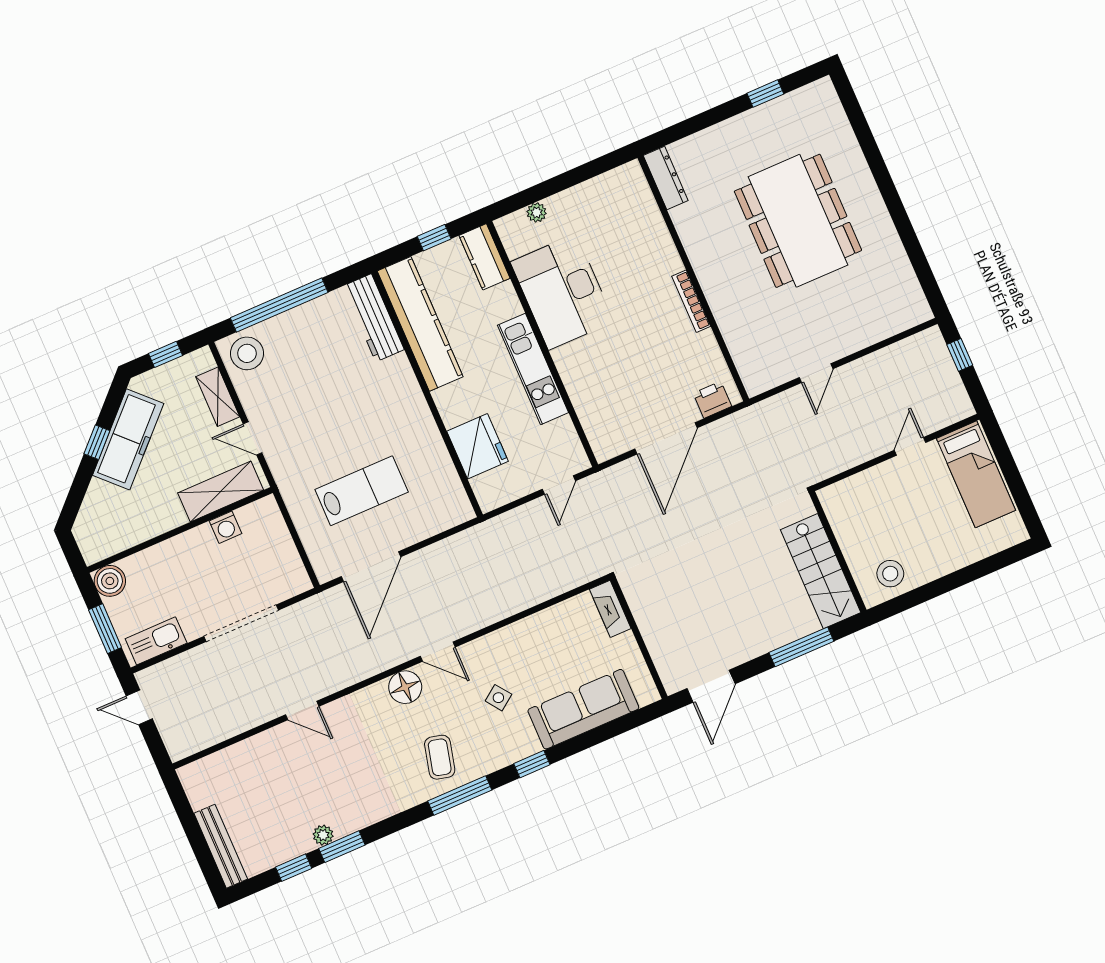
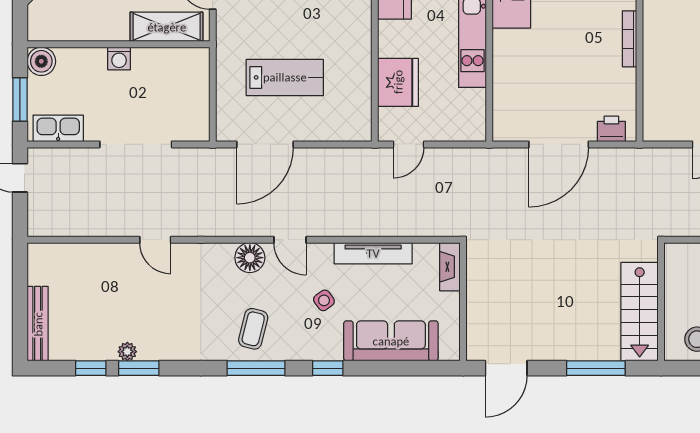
door: (559, 485) -> (408, 144), moved
washing machine: (225, 527) -> (119, 58), moved
tv unit: (527, 629) -> (373, 253), added

